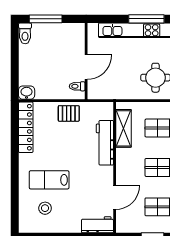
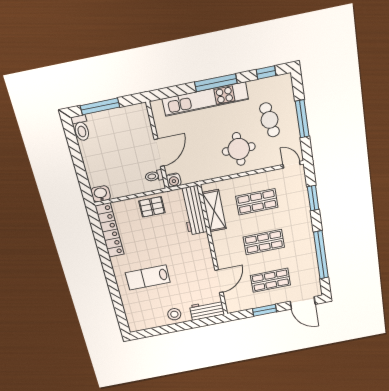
water cooler: (93, 93) -> (174, 180), added
workbench: (105, 143) -> (193, 210), moved
stool: (45, 208) -> (174, 314), moved

